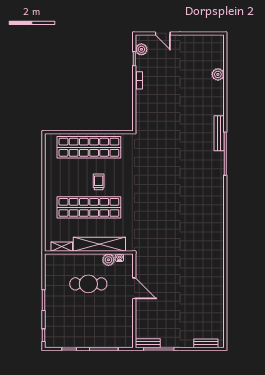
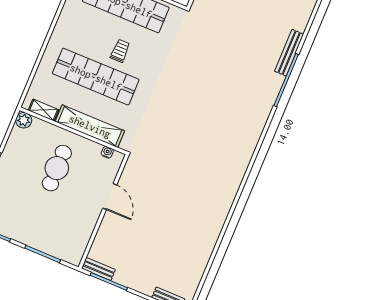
plant: (108, 260) -> (24, 120), moved
cafe table: (88, 284) -> (57, 168), turned 90

